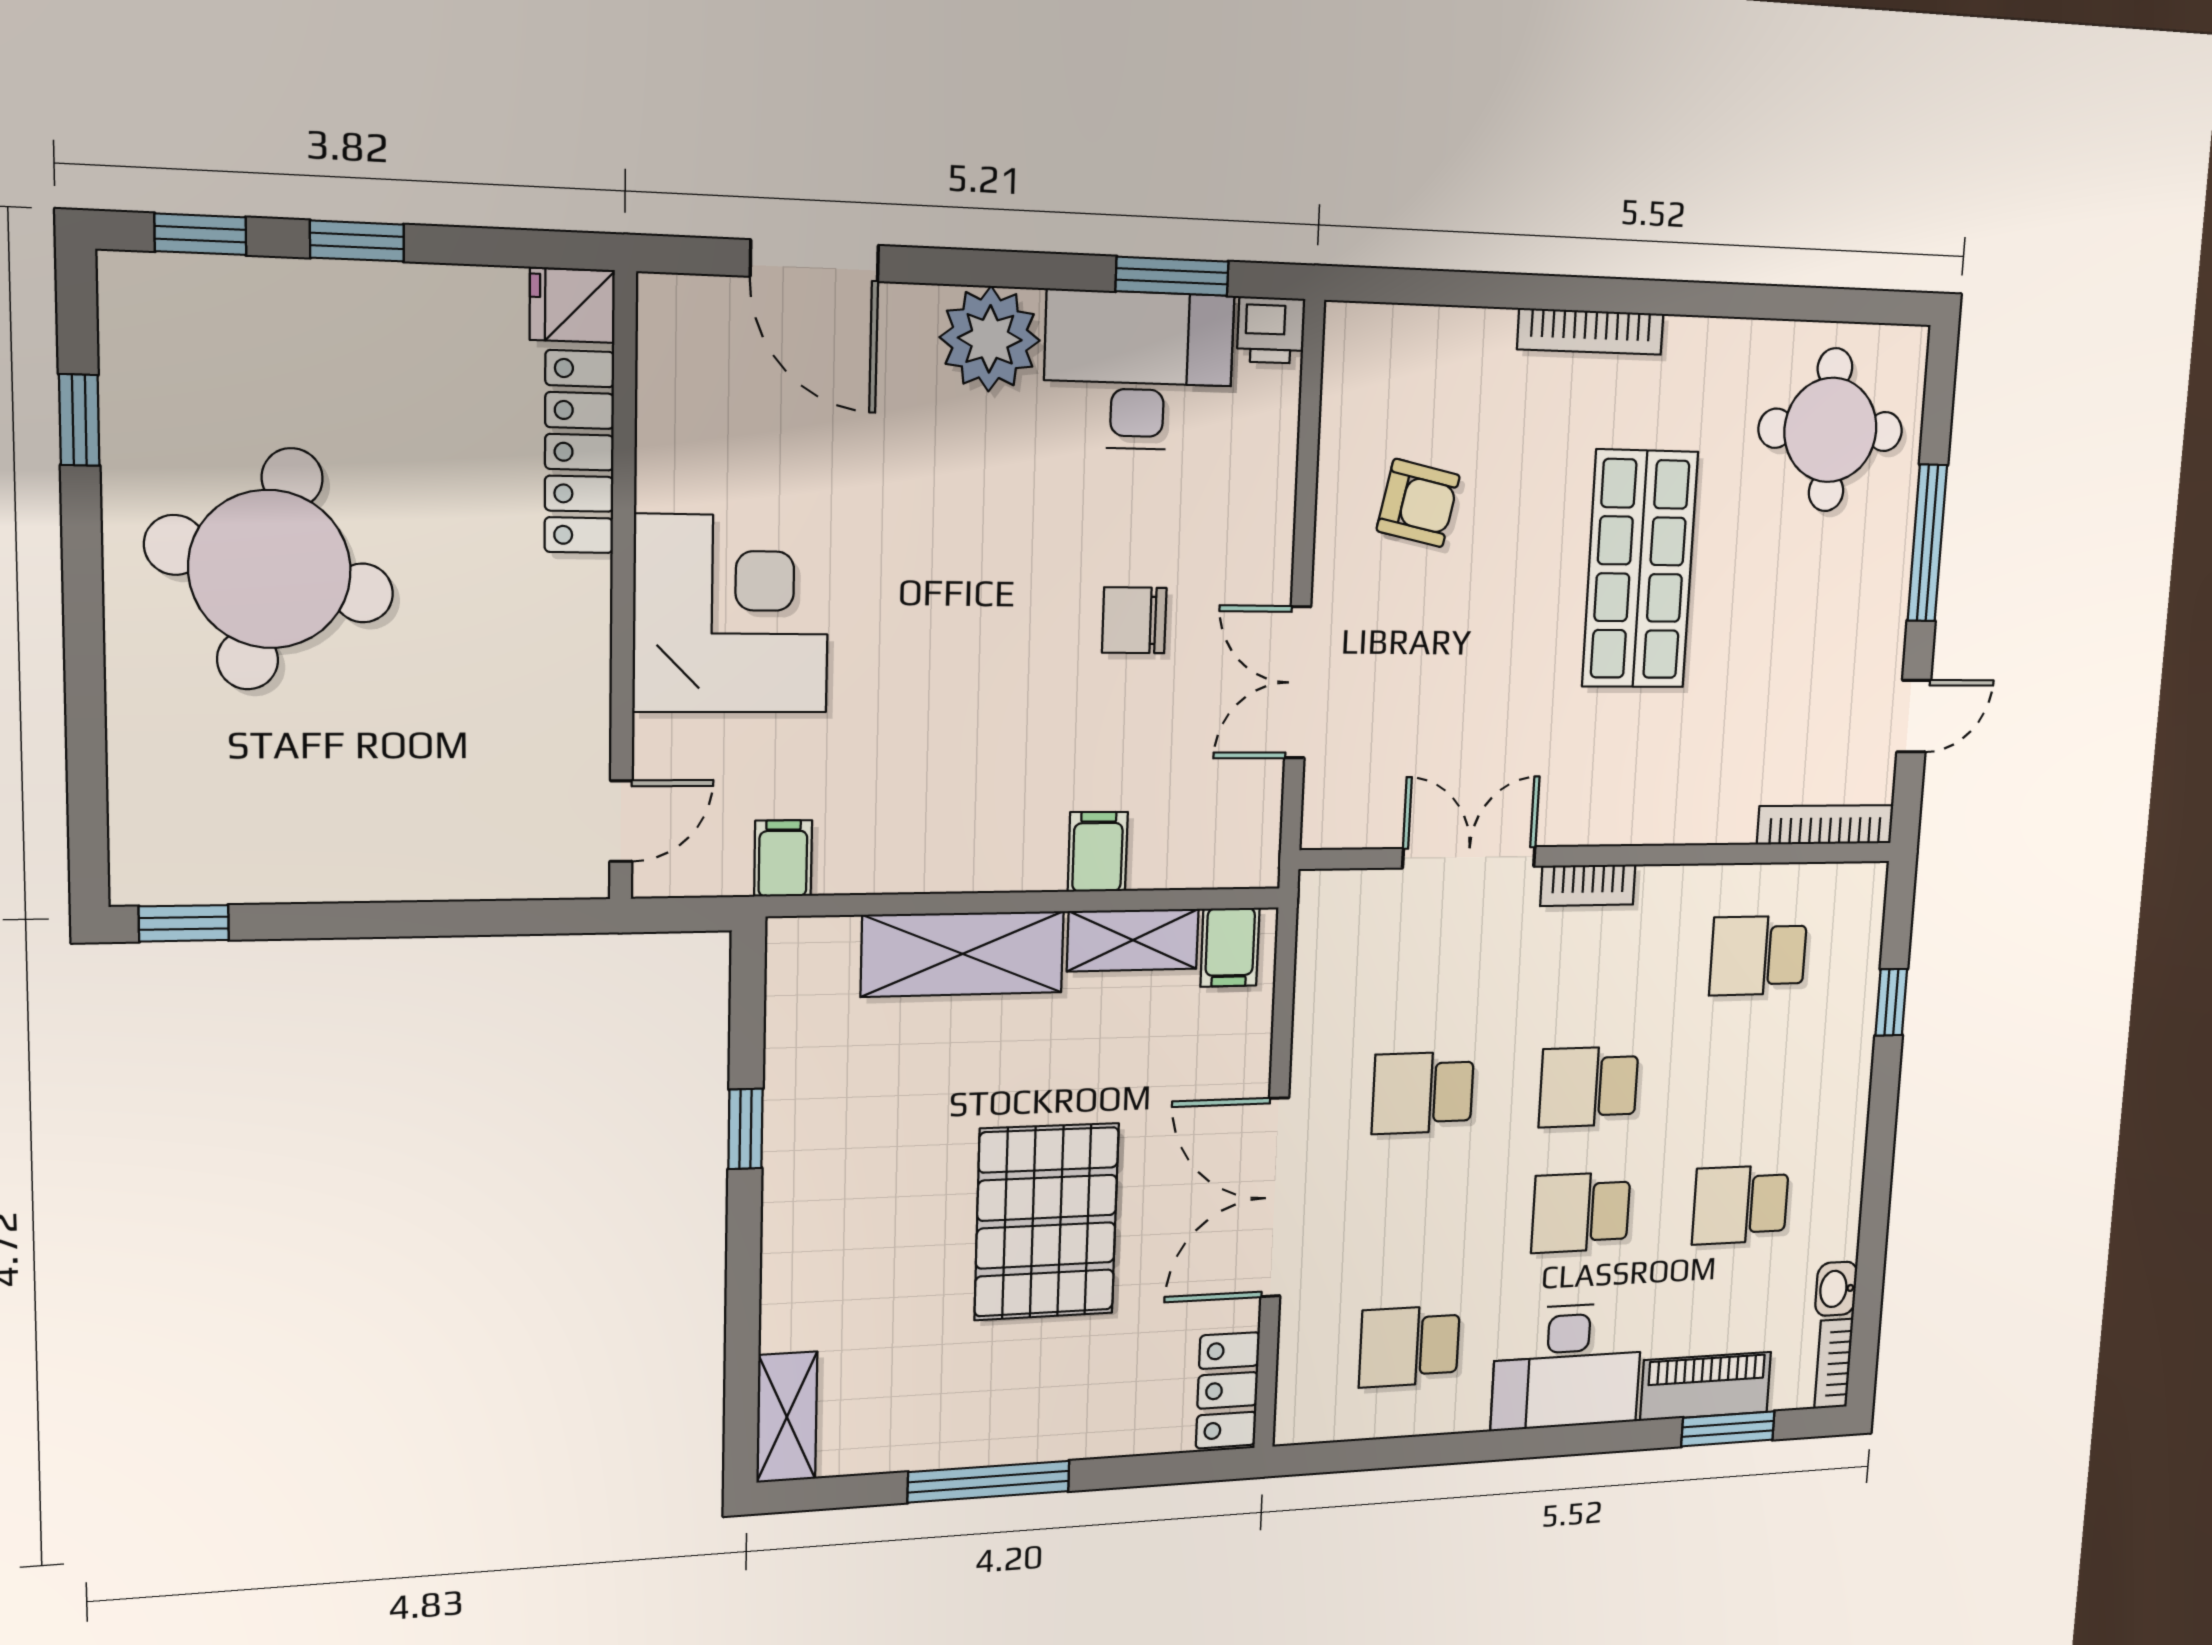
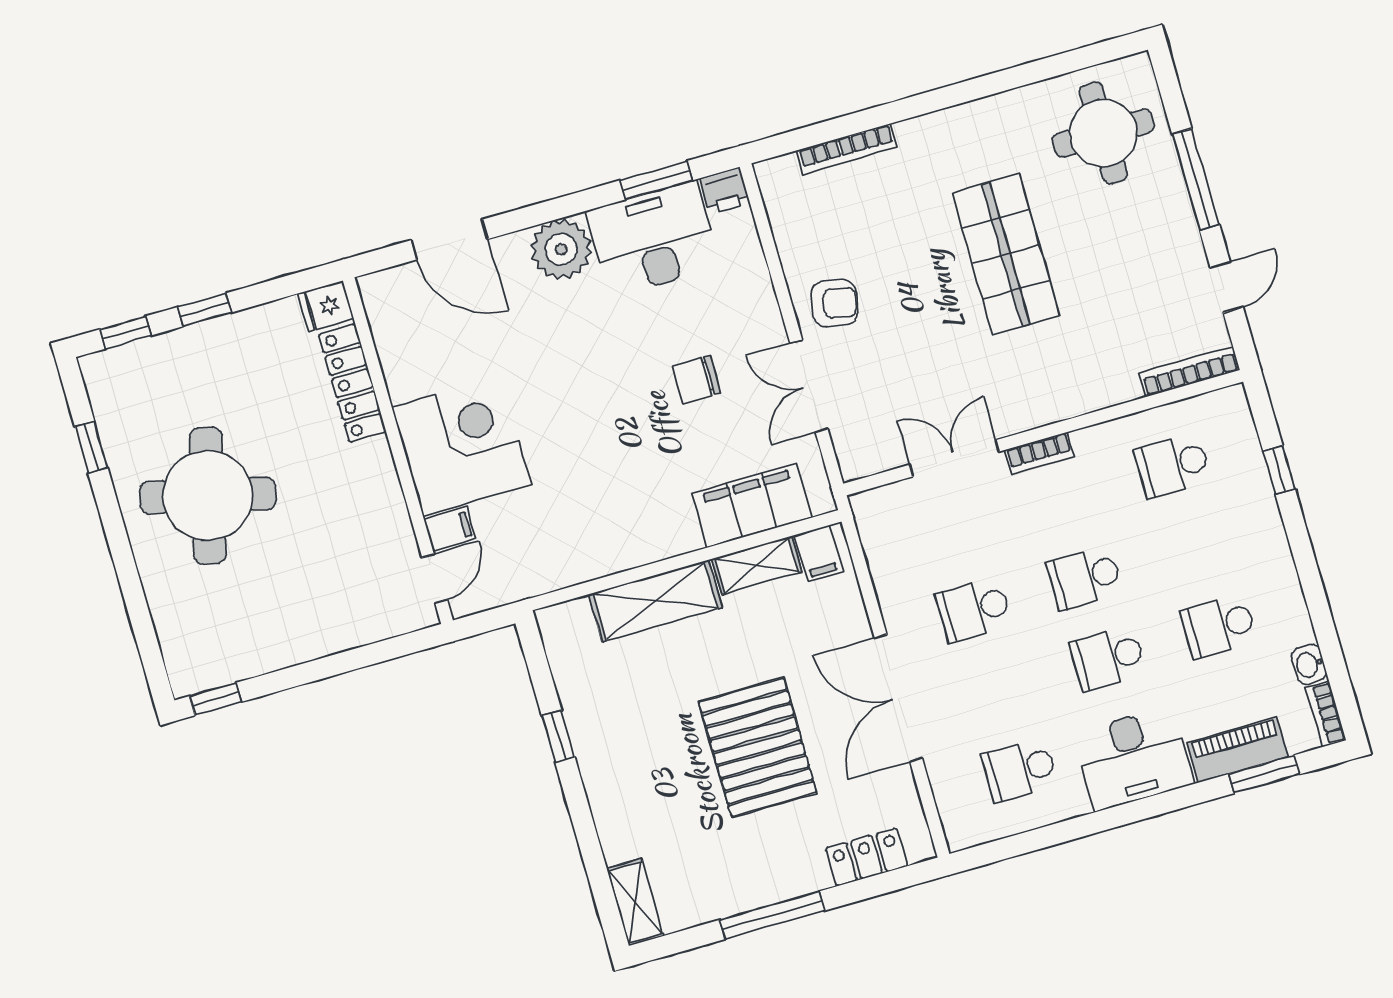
bookcase: (1590, 331) -> (847, 149), moved
armchair: (1418, 503) -> (834, 303), moved
filing cabinet: (1098, 852) -> (752, 505), width x3.00, depth x1.17
filing cabinet: (783, 858) -> (450, 529), moved, turned 90
locker: (1228, 1390) -> (867, 857), moved, turned 90

